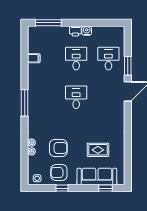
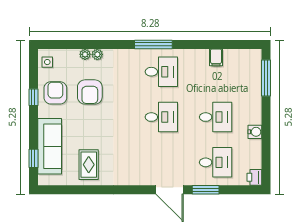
printer: (75, 31) -> (254, 177), moved
desk: (44, 97) -> (161, 72), added
rug: (98, 150) -> (89, 165), moved

